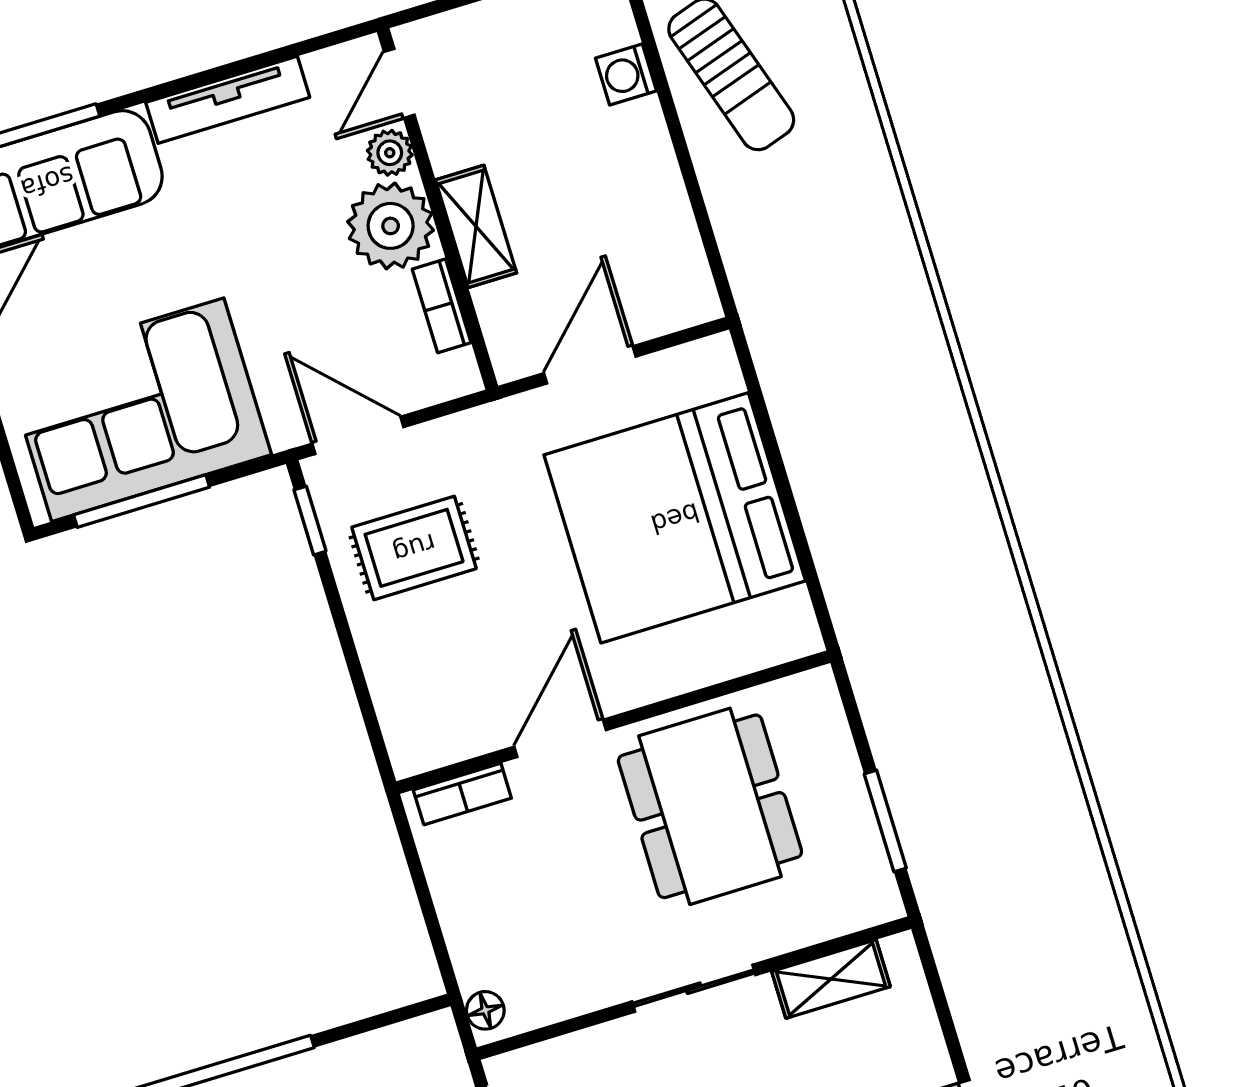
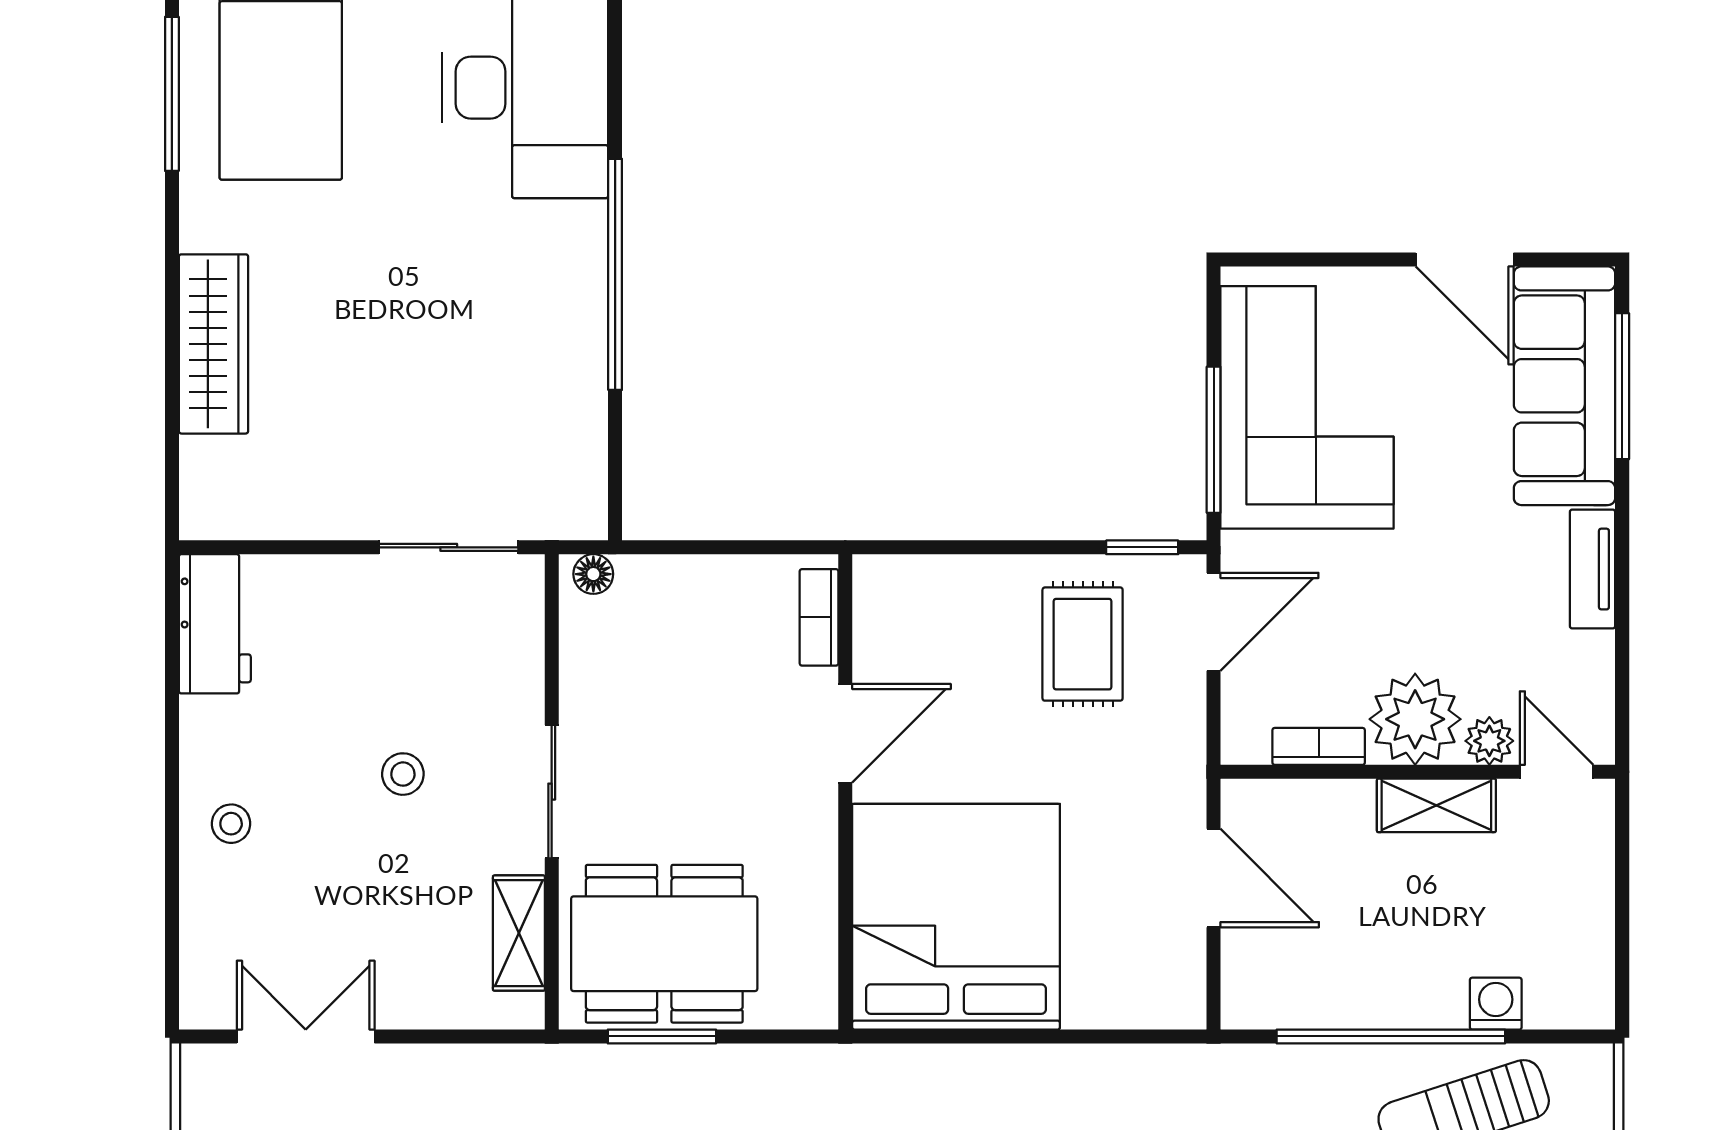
tv unit: (228, 100) -> (1593, 569), width x0.71
window: (685, 161) -> (1391, 1036), added
shelving: (476, 226) -> (1436, 805), moved
window: (142, 501) -> (1214, 440), moved
bed: (675, 518) -> (956, 917), moved
door: (560, 738) -> (845, 733), hinge flipped
dining table: (710, 806) -> (664, 944), moved

